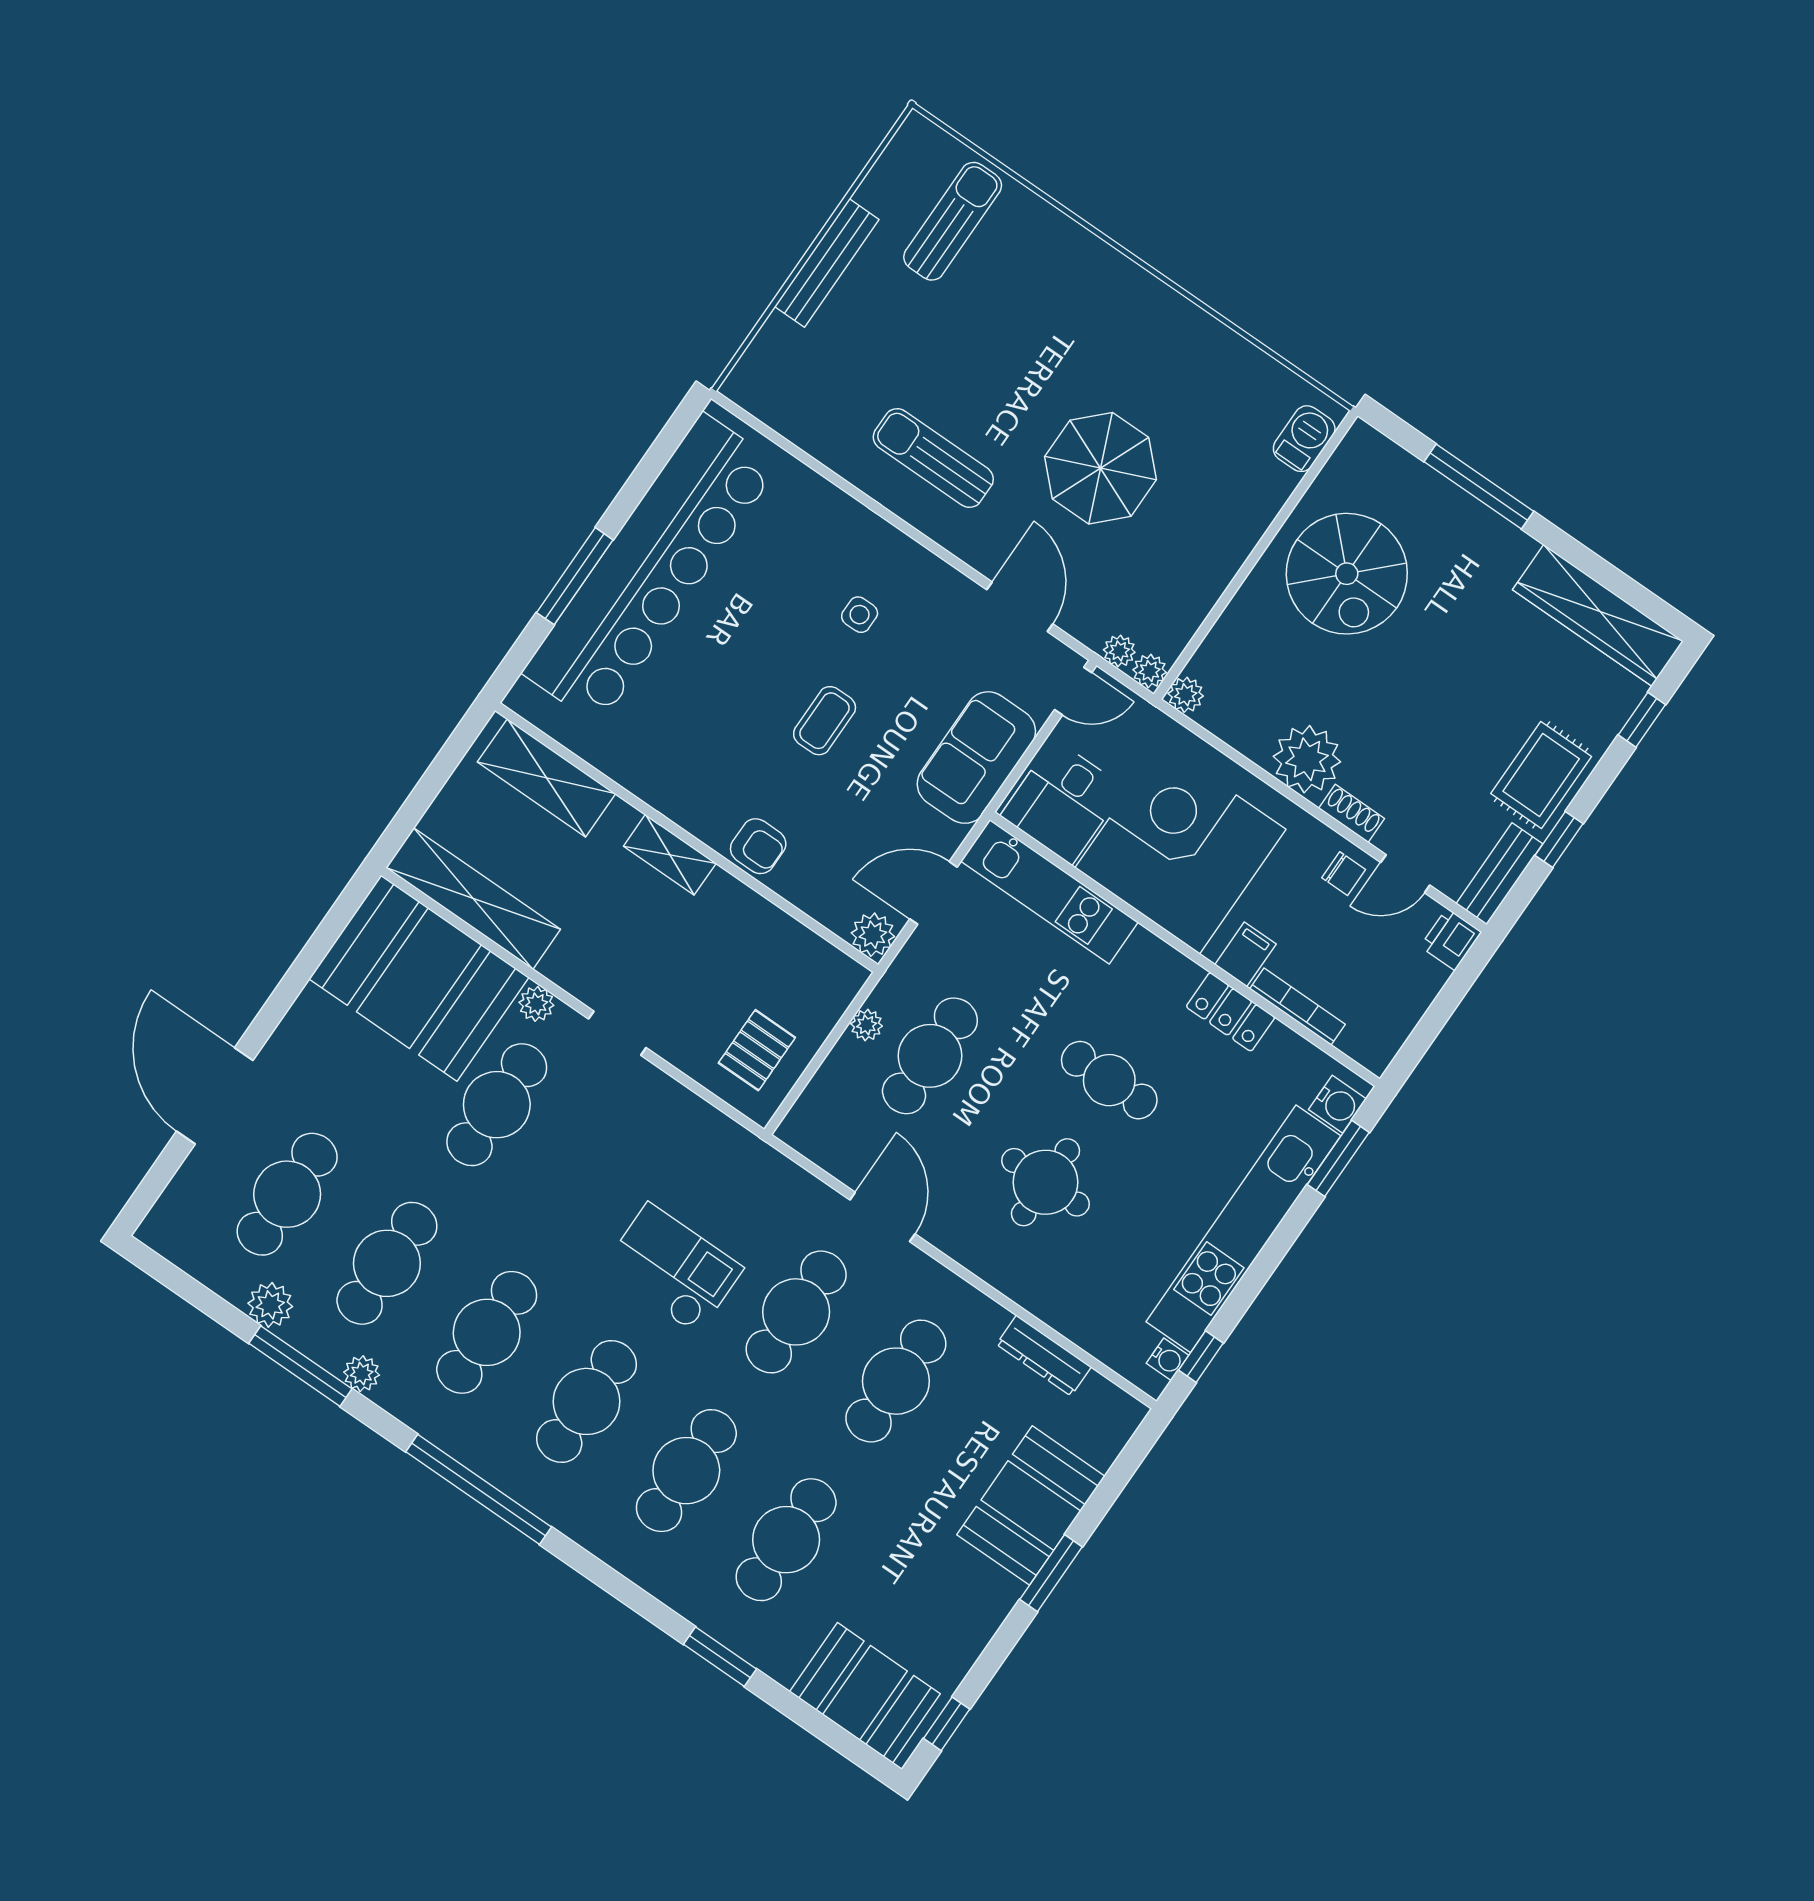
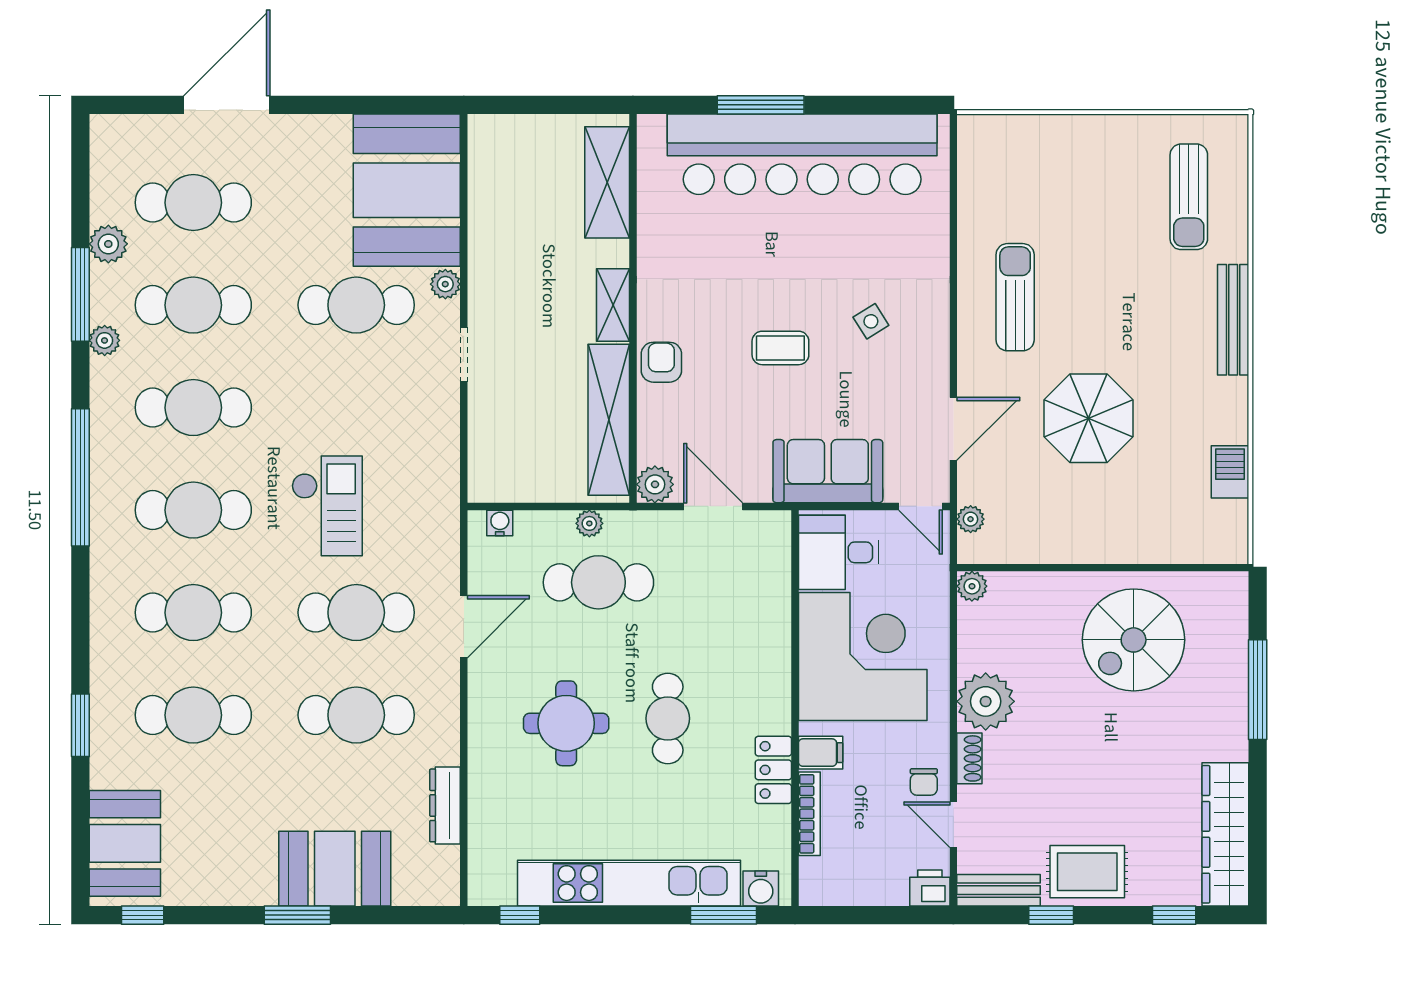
sun lounger: (953, 221) -> (1189, 197), turned 90
bench: (827, 263) -> (1233, 320), moved, turned 90
barbecue: (1304, 439) -> (1230, 472), moved, turned -90
side table: (860, 615) -> (871, 321), turned -32
plant: (1150, 671) -> (971, 550), removed
armchair: (758, 846) -> (661, 362), turned 180
kitchen unit: (1050, 892) -> (770, 586), removed
shelving: (473, 899) -> (609, 420), moved
pallet: (757, 1050) -> (519, 459), removed
water cooler: (1167, 1359) -> (500, 523), moved, turned 180

